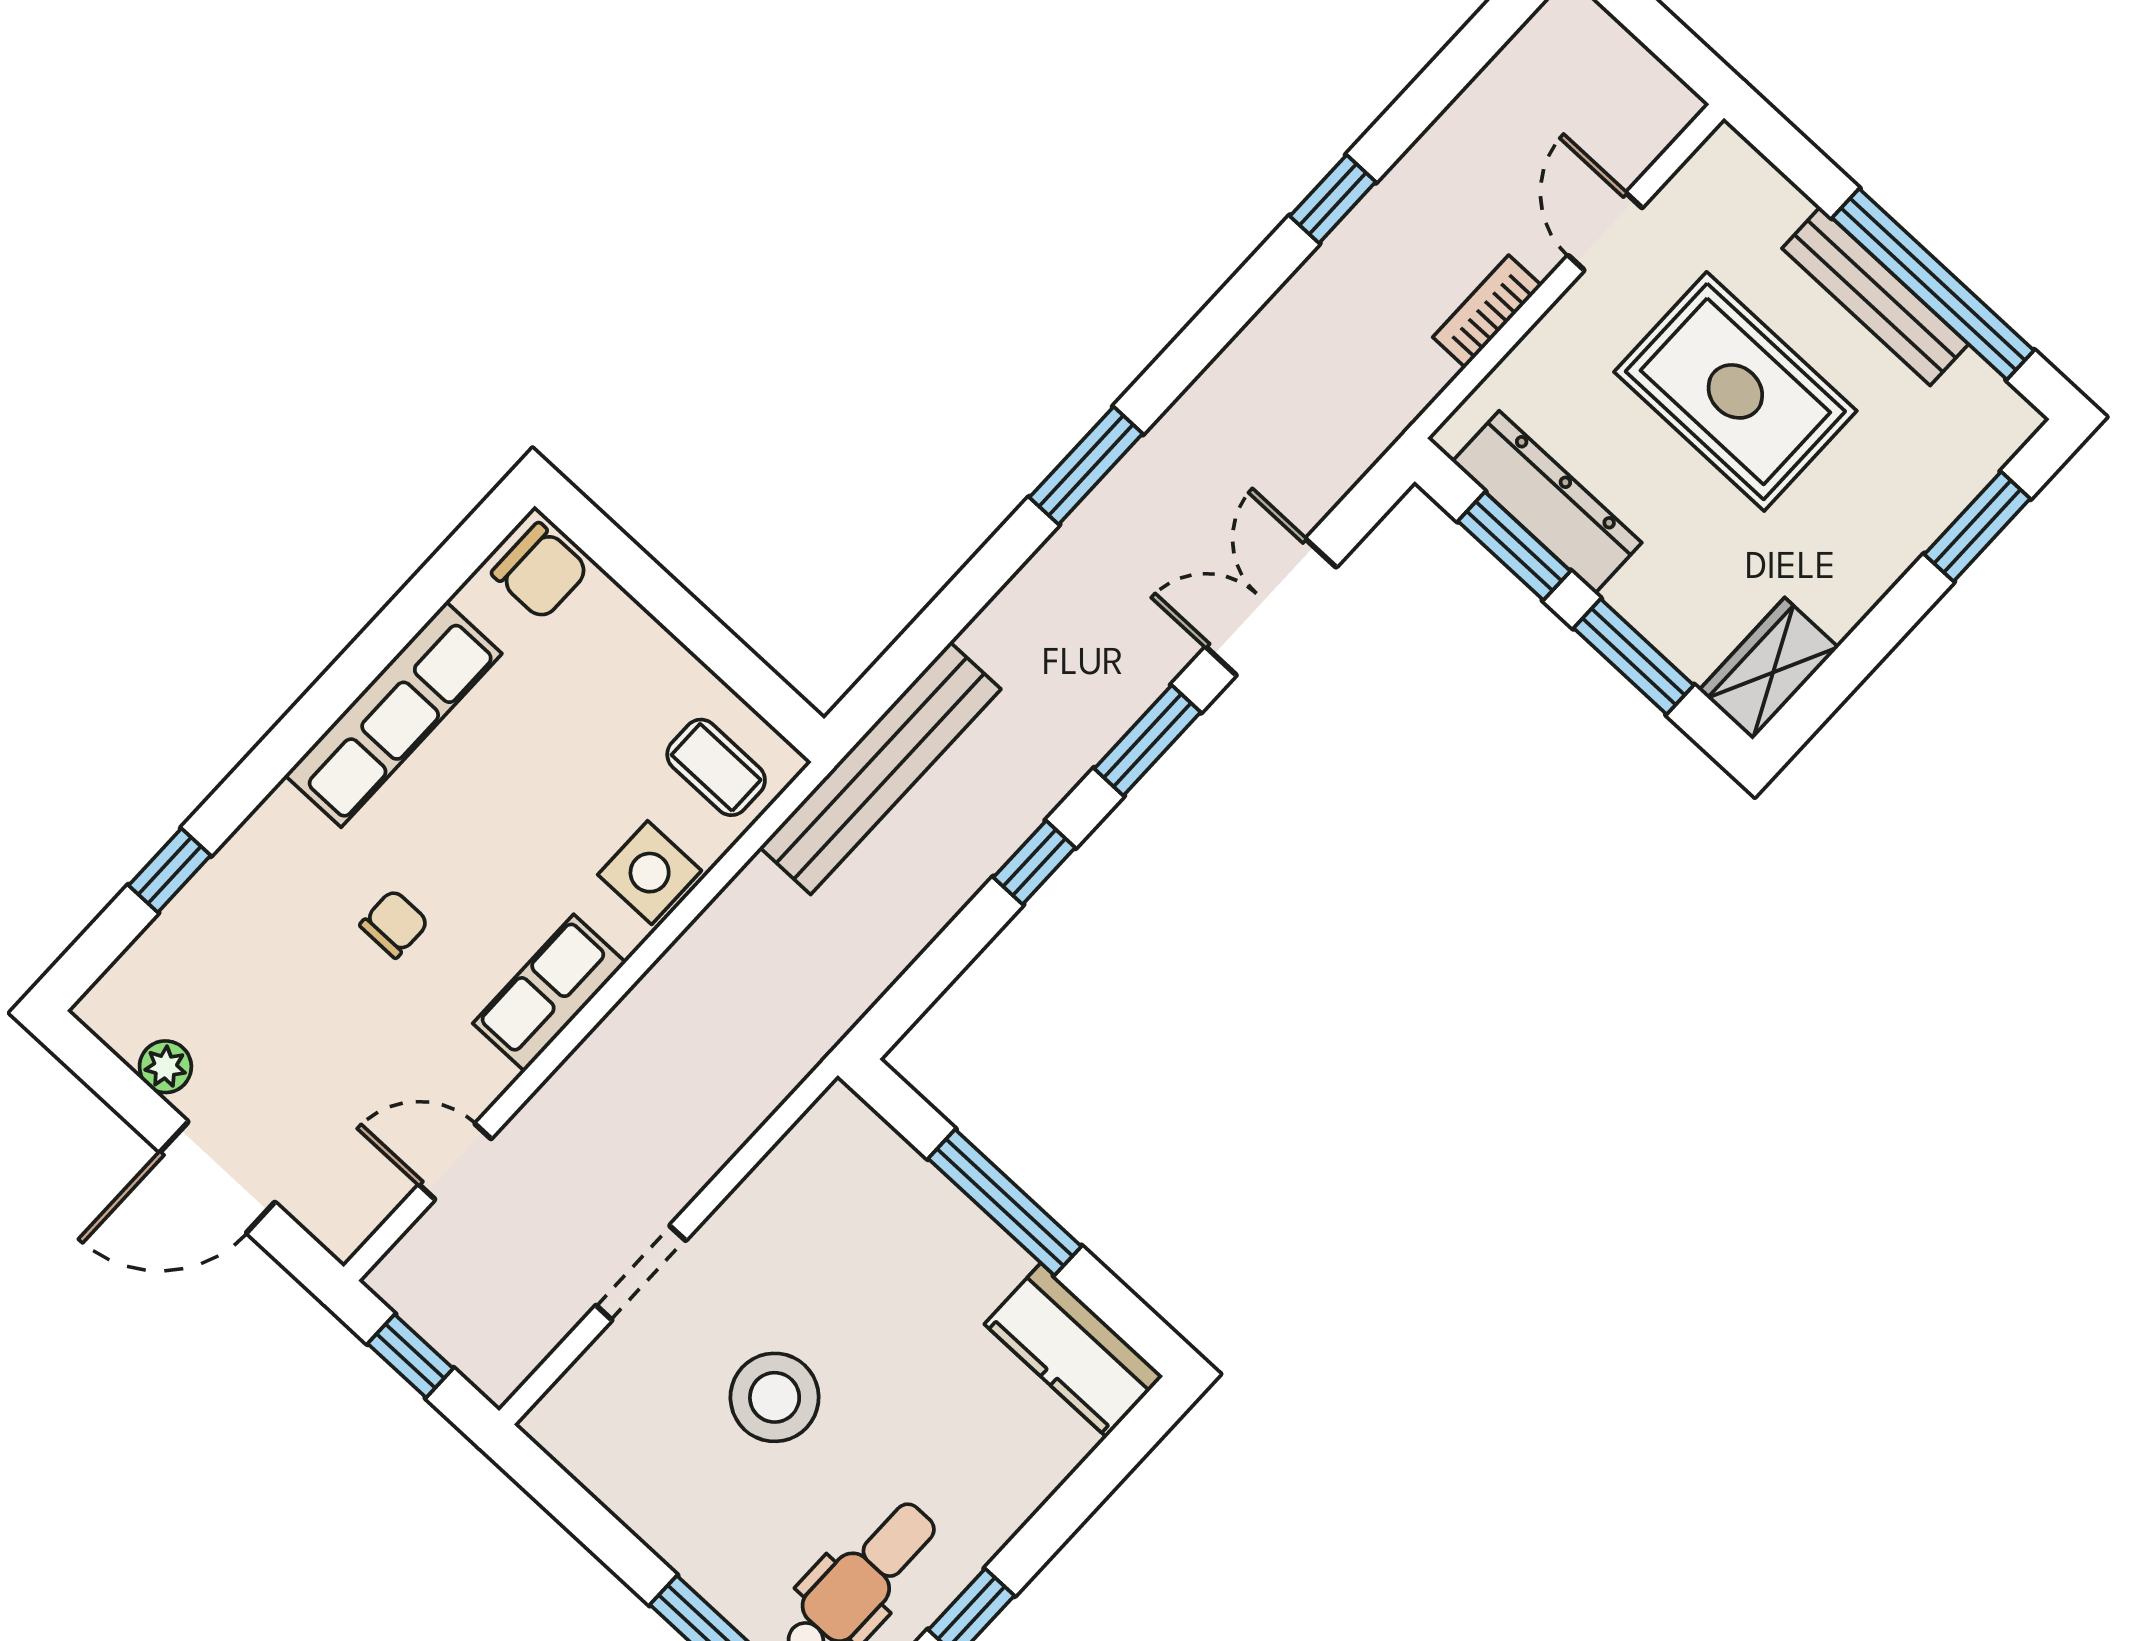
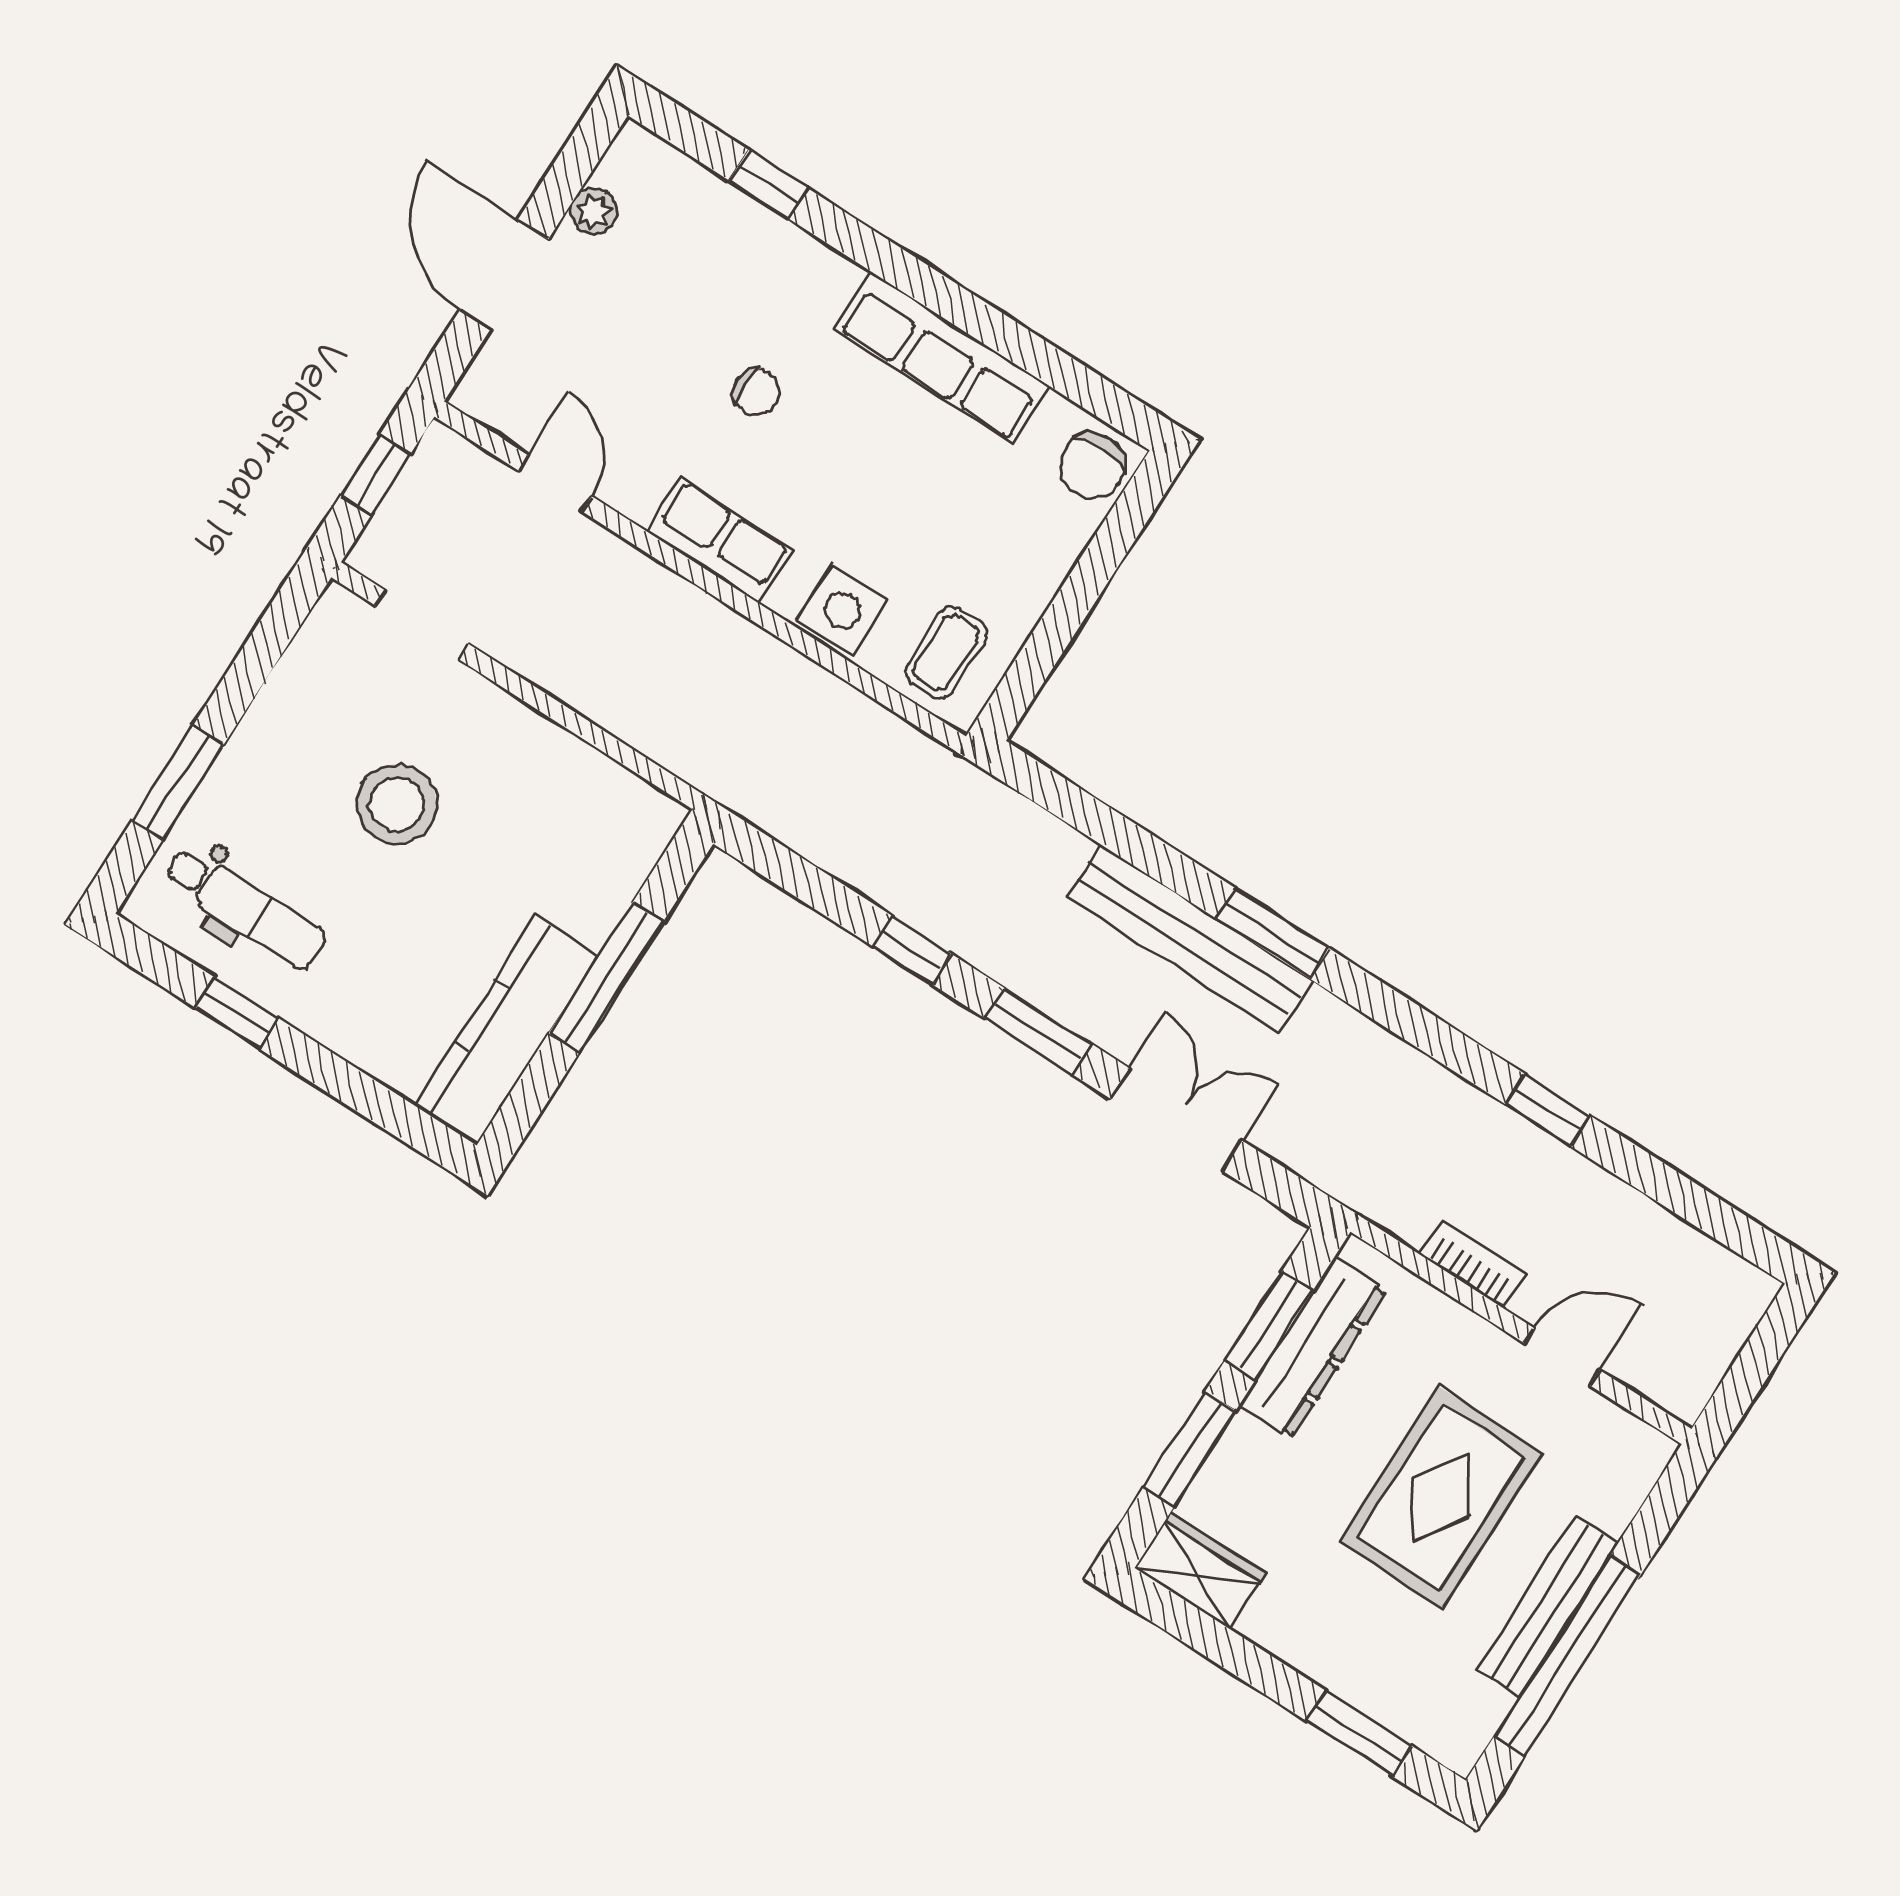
bench: (880, 768) -> (1190, 939), moved
doorway: (641, 1273) -> (422, 625), moved
kitchen counter: (1074, 1350) -> (506, 1030), width x1.50

